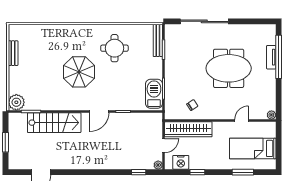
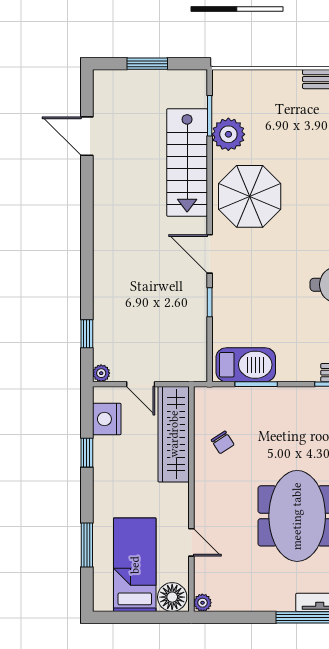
parasol: (79, 72) -> (250, 196), moved
plant: (16, 102) -> (228, 134), moved
floor lamp: (269, 130) -> (172, 597), added

